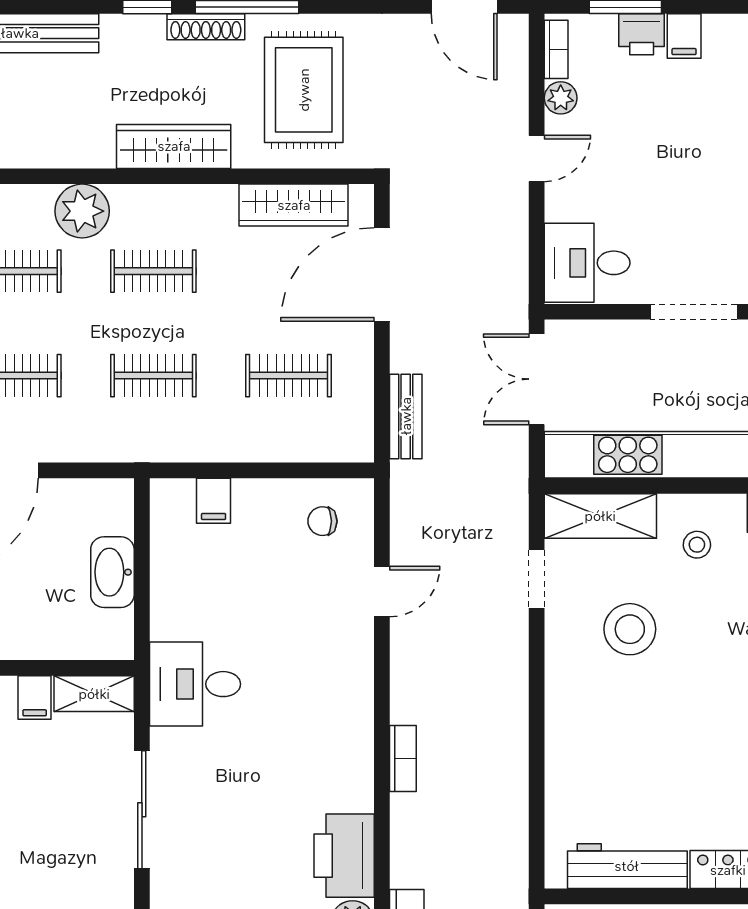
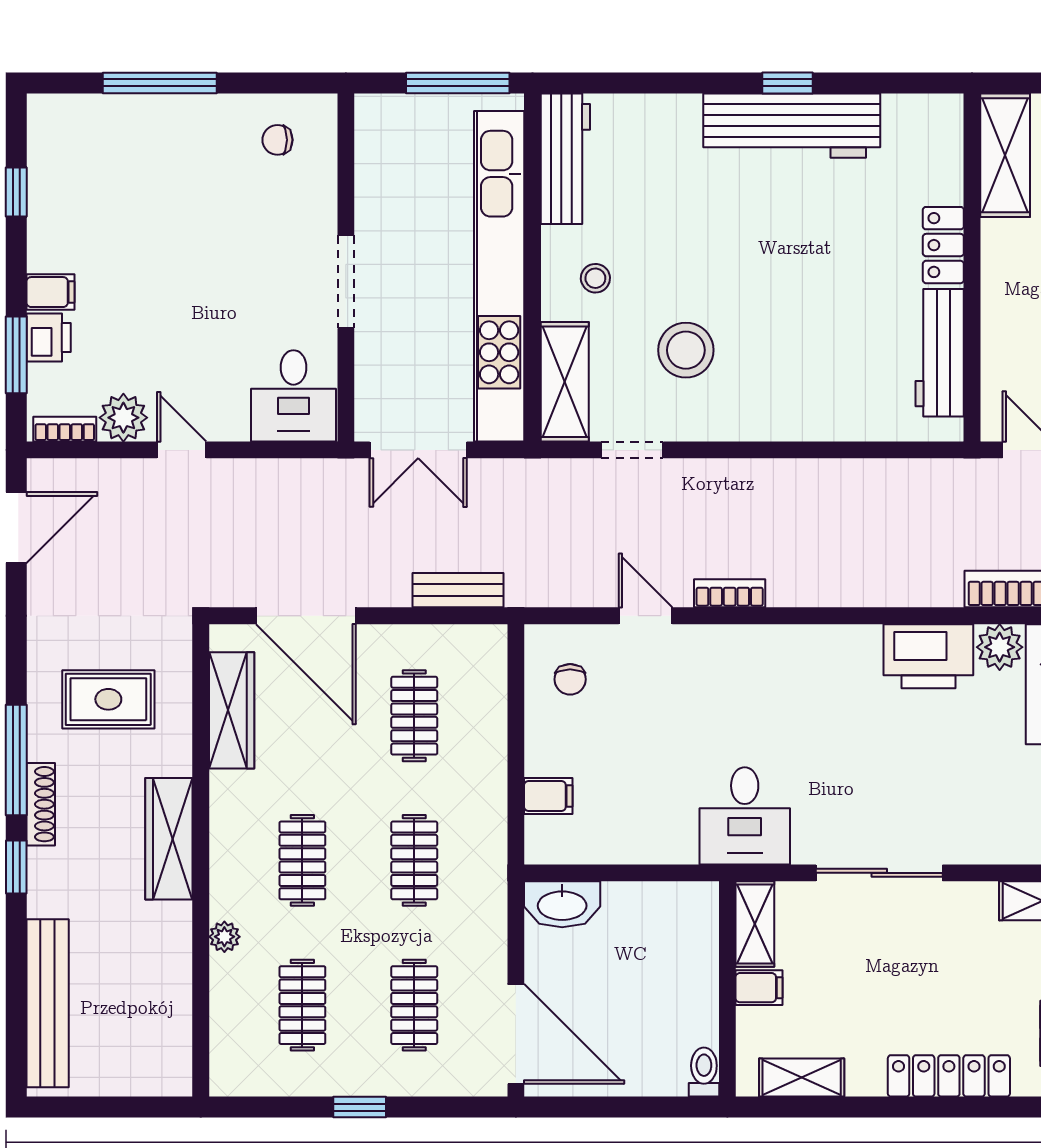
rug: (304, 90) -> (108, 699), width x0.73, depth x0.70
plant: (561, 98) -> (123, 418), width x1.38, depth x1.38
plant: (82, 211) -> (224, 937), width x0.53, depth x0.53
washbasin: (112, 572) -> (562, 904), moved
bookcase: (403, 758) -> (730, 593), moved

